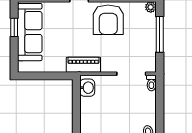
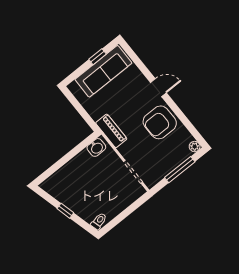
toilet: (151, 83) -> (138, 193), removed

